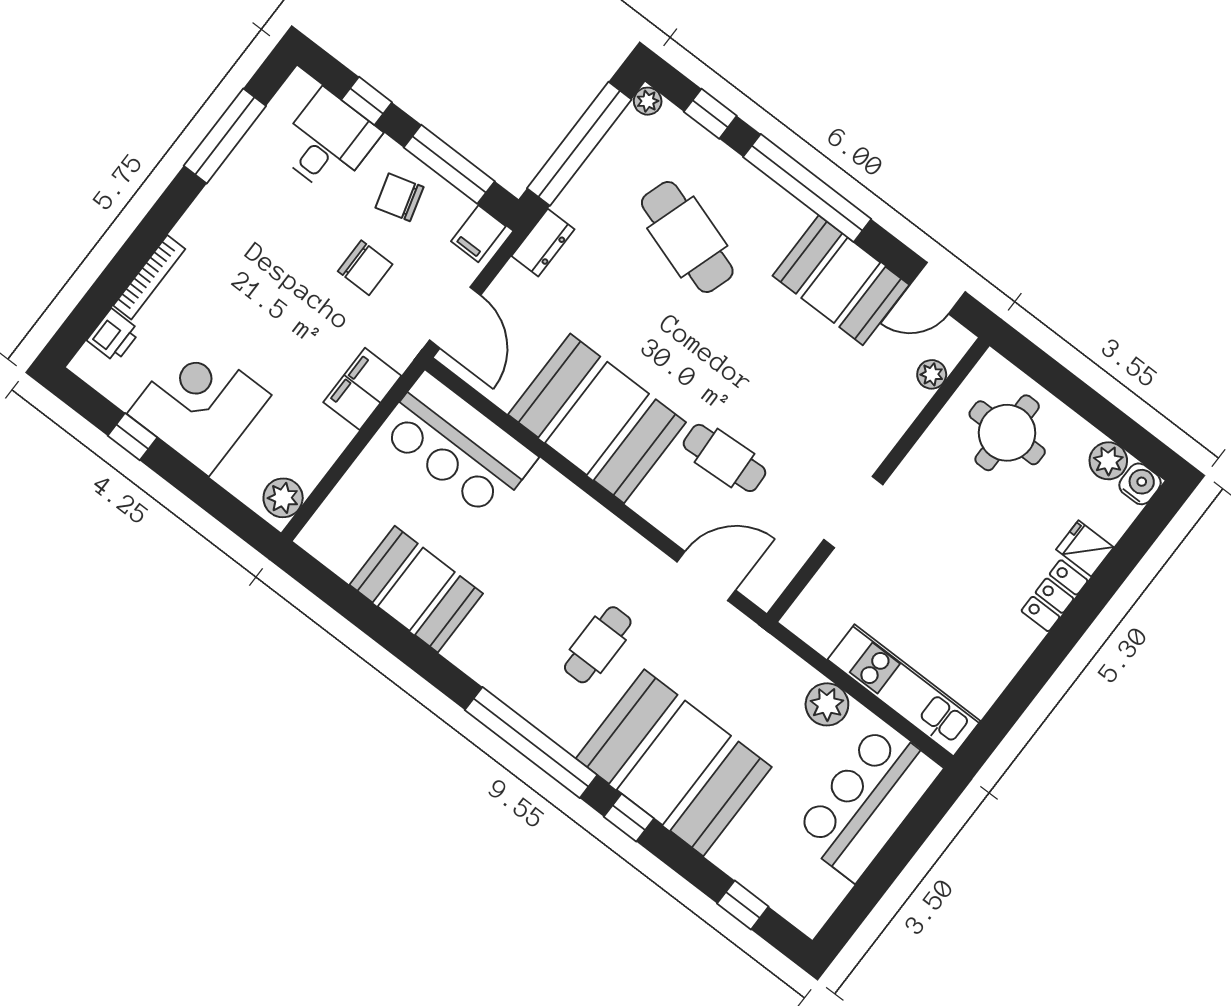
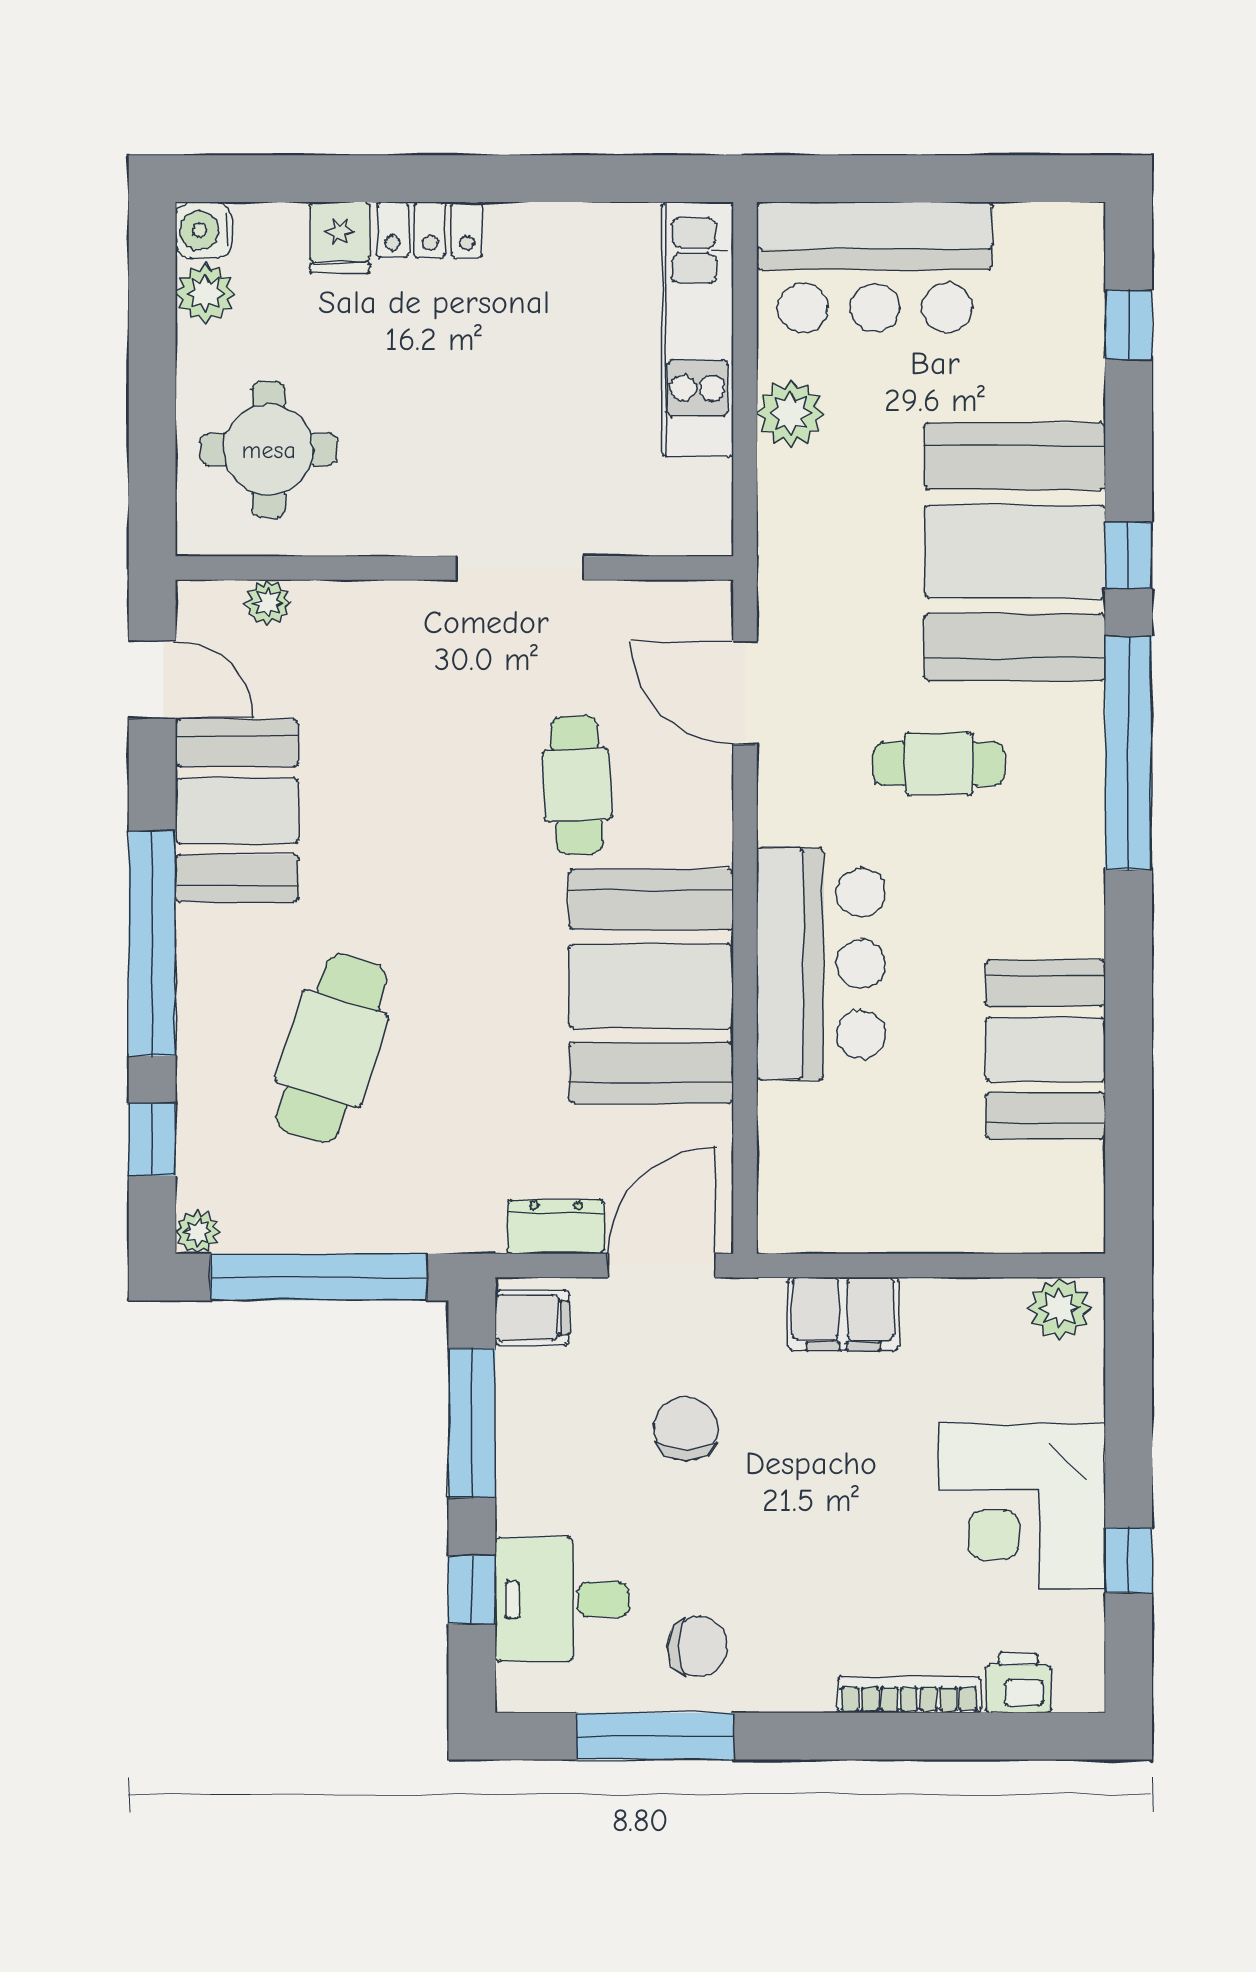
chair: (399, 197) -> (698, 1647), moved, turned -74
dresser: (543, 243) -> (556, 1227), moved
bar counter: (458, 445) -> (821, 964), moved

